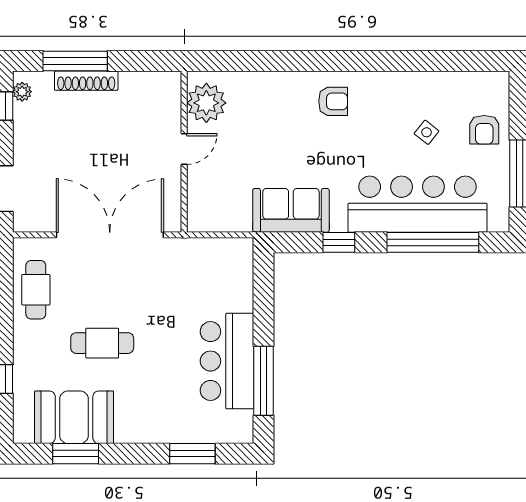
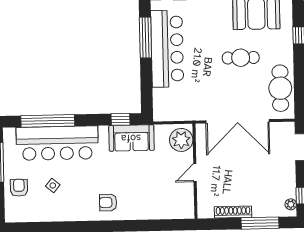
shoe rack: (86, 81) -> (233, 212), moved
plant: (206, 103) -> (181, 140), moved
window: (339, 242) -> (120, 119), moved
cafe table: (36, 290) -> (280, 88), width x1.37, depth x1.35
bar counter: (227, 361) -> (167, 49), width x1.36

